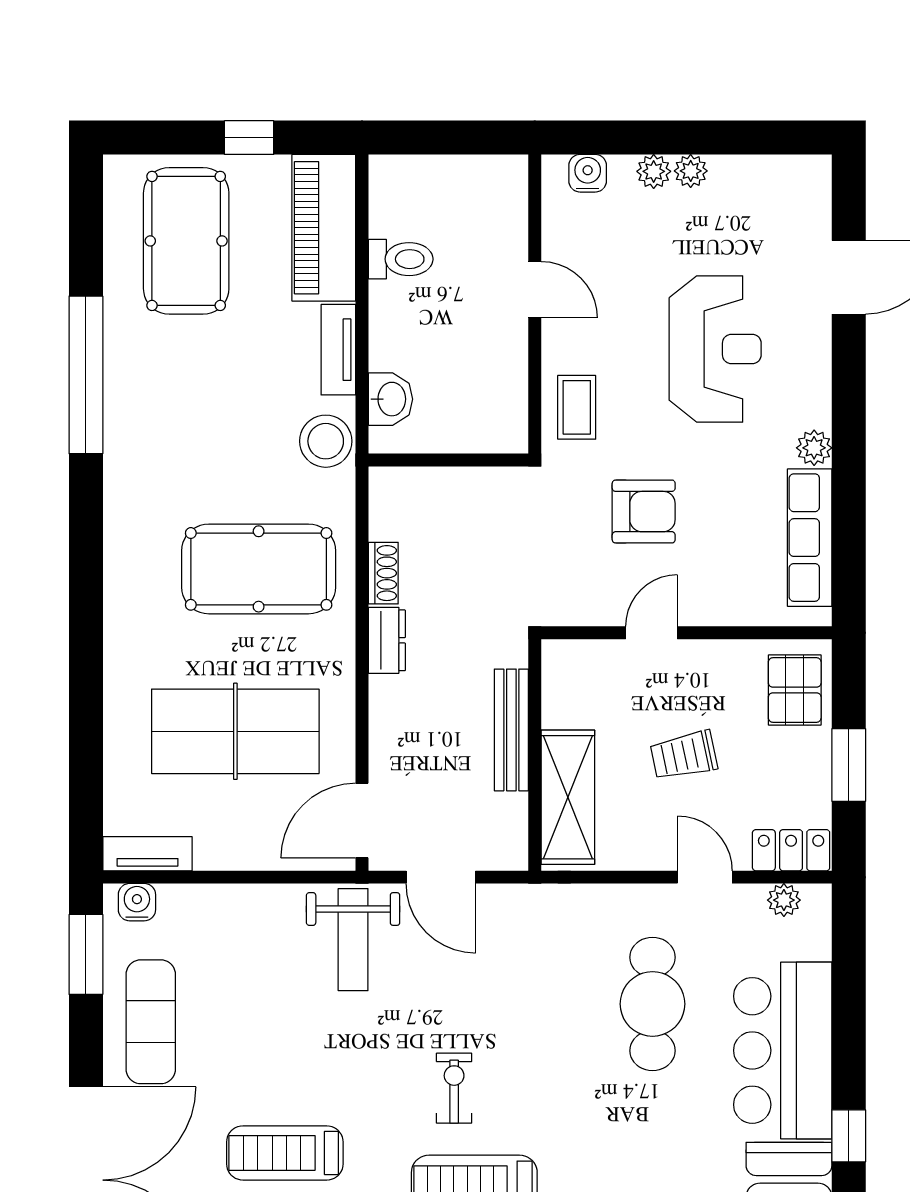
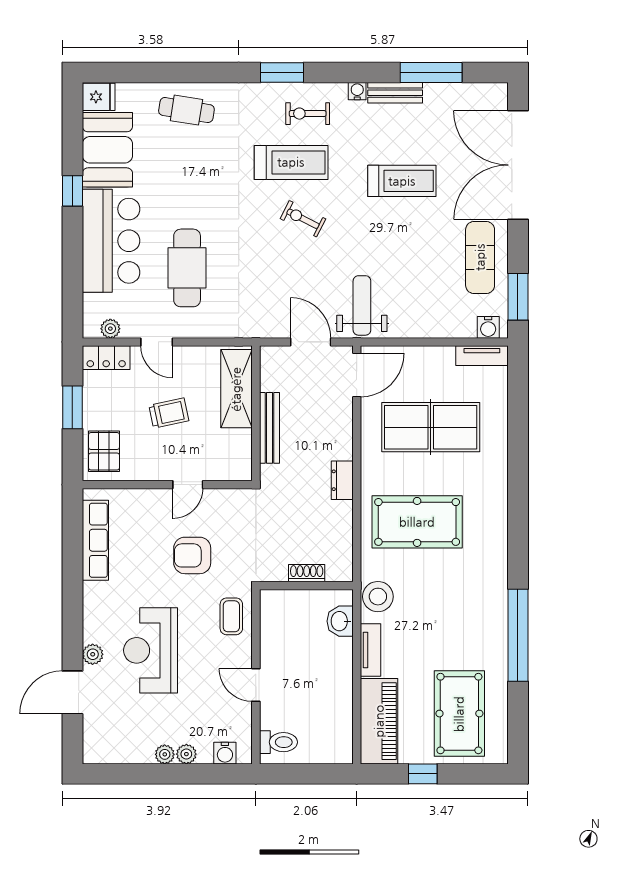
toilet: (401, 259) -> (278, 742), moved, turned 180
plant: (814, 448) -> (93, 654), moved
shoe rack: (383, 573) -> (307, 573), moved, turned 90
exercise bike: (454, 1088) -> (303, 219), turned 117

